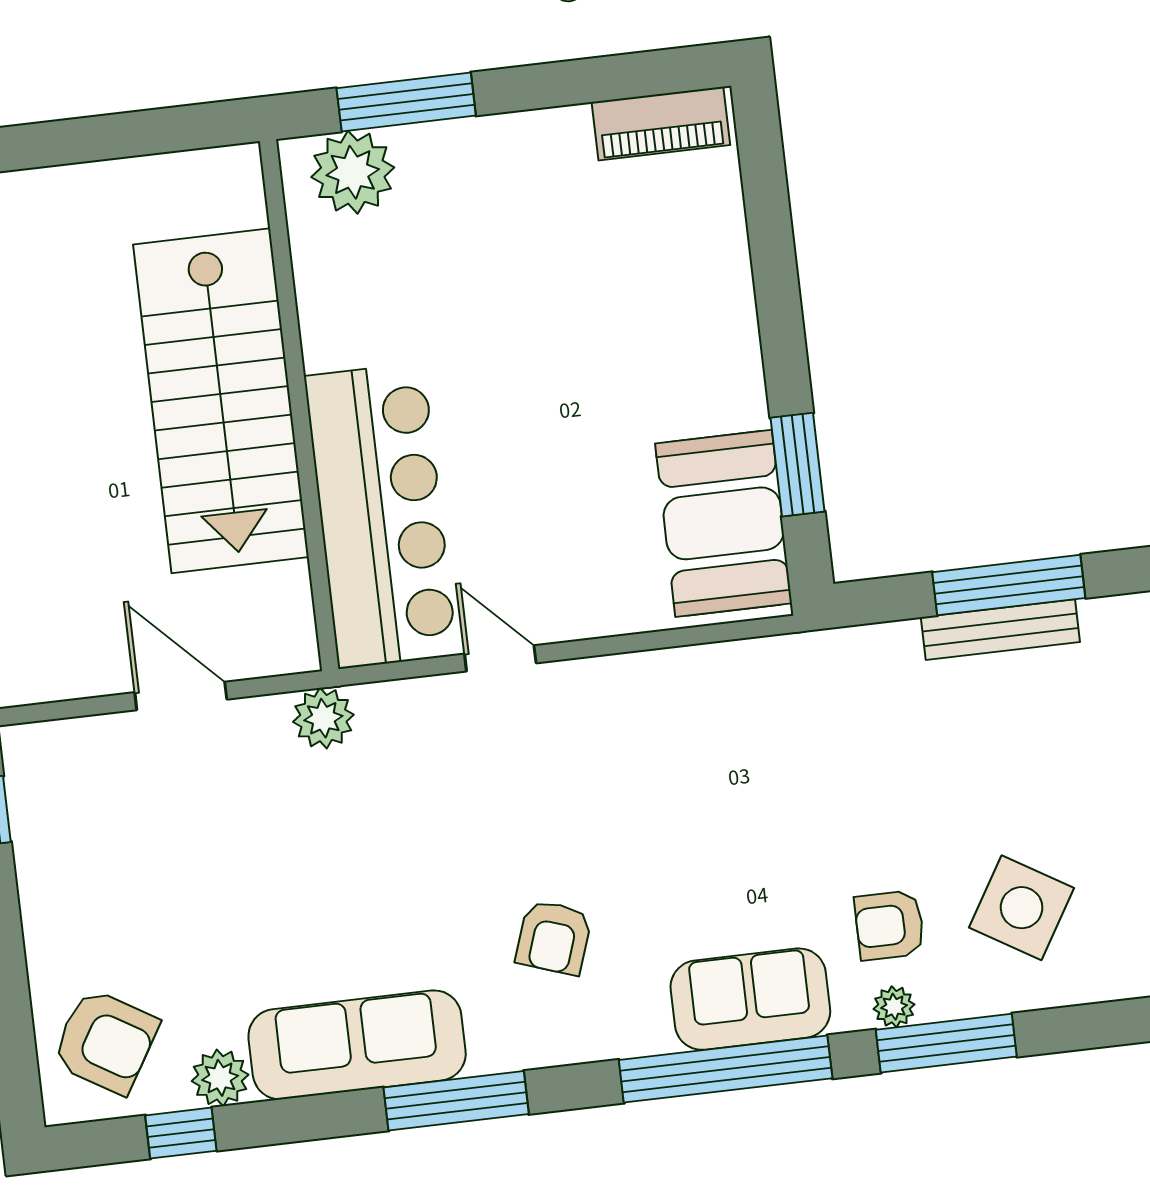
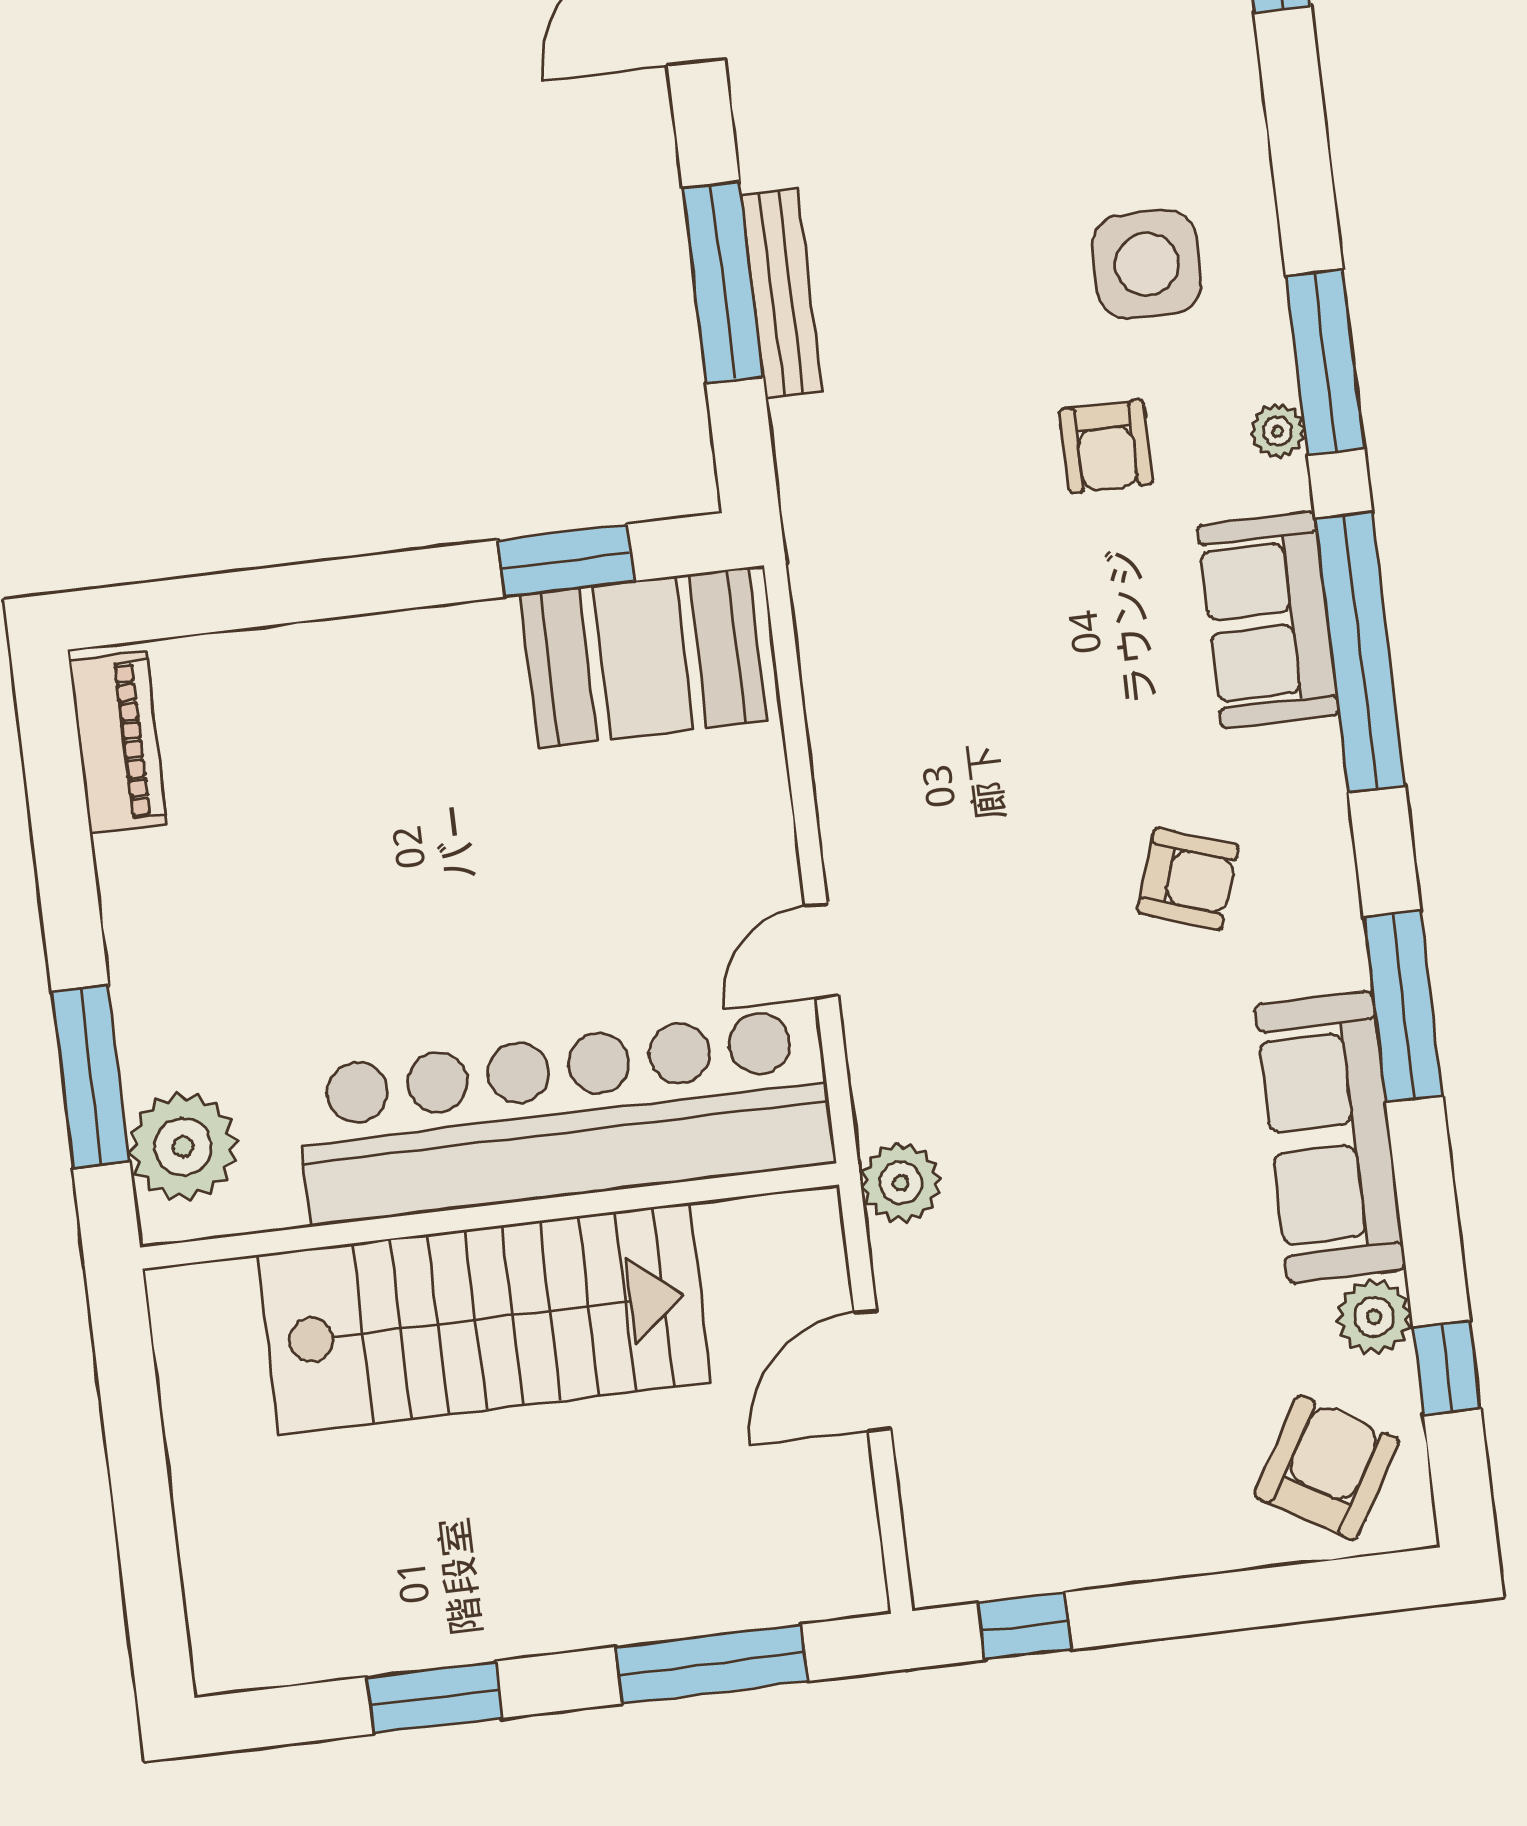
bar counter: (381, 516) -> (564, 1117), width x1.36
side table: (1022, 908) -> (1147, 264), turned -31
armchair: (889, 925) -> (1106, 447), moved

